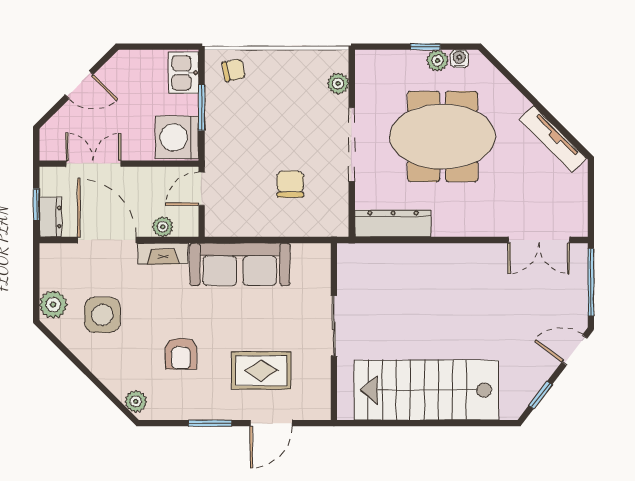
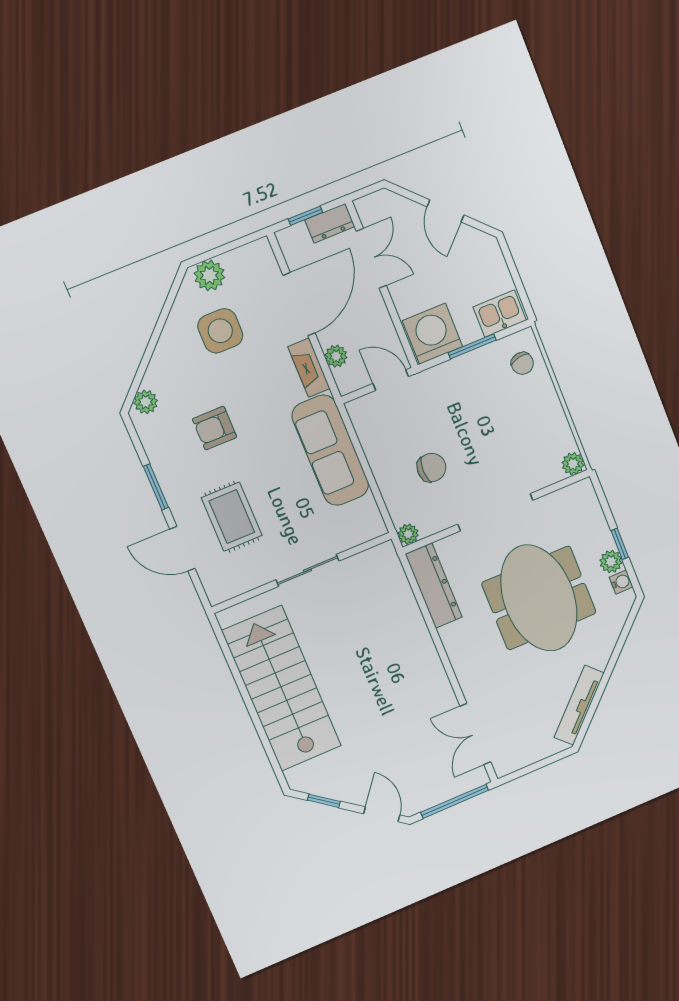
plant: (338, 84) -> (573, 464), moved
dresser: (51, 217) -> (330, 223), moved
plant: (339, 227) -> (408, 534), added

